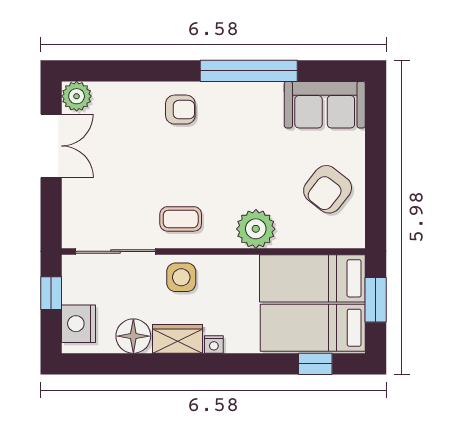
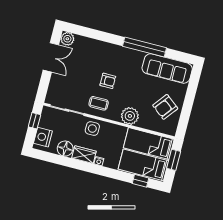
sofa: (325, 105) -> (167, 68), width x1.36
armchair: (180, 110) -> (108, 81), moved

